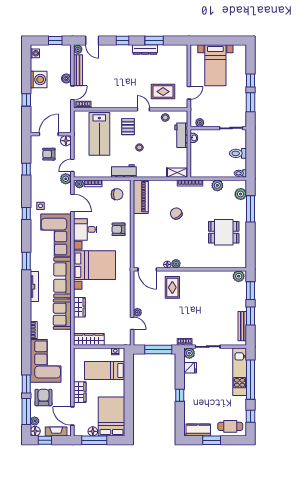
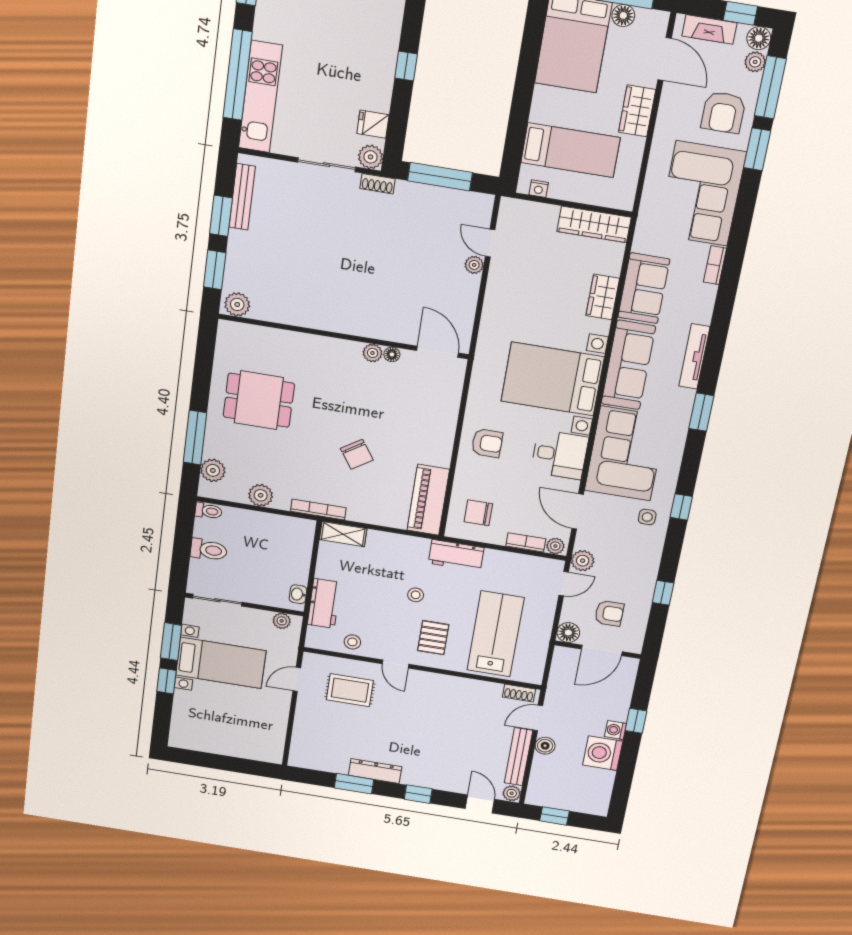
washing machine: (35, 53) -> (615, 730), moved
bed with nightstands: (215, 65) -> (221, 663), moved, turned 90
rug: (172, 287) -> (388, 305), removed

